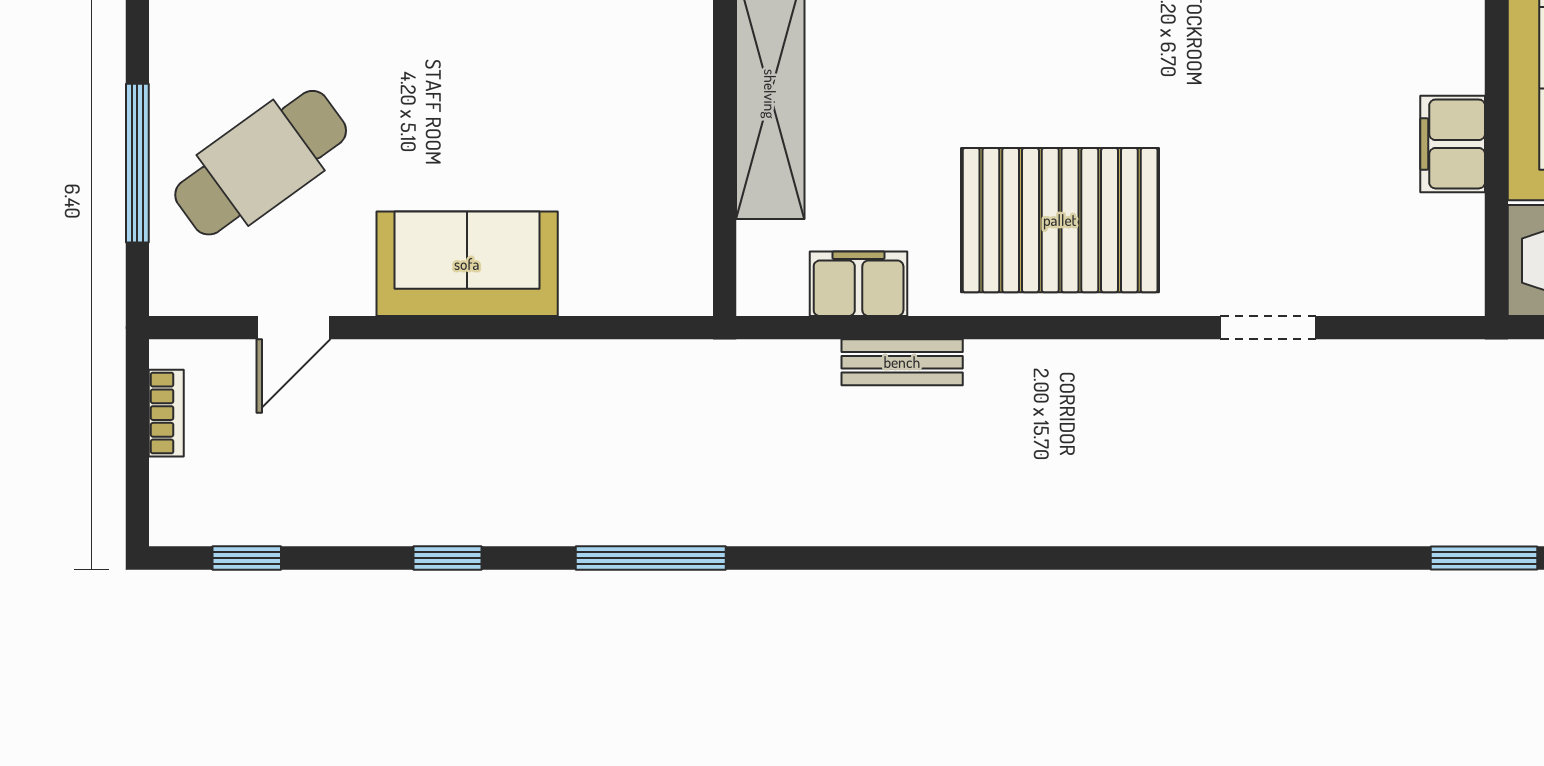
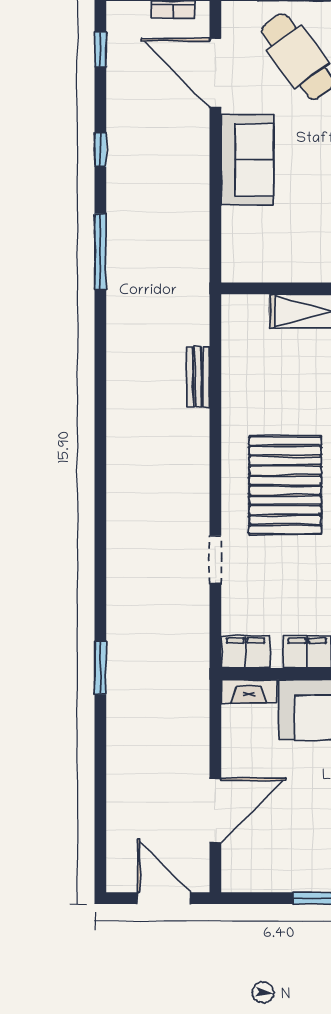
pallet: (1060, 220) -> (285, 485), moved
filing cabinet: (859, 284) -> (246, 652), moved, turned -90
door: (293, 328) -> (215, 73), width x1.88

